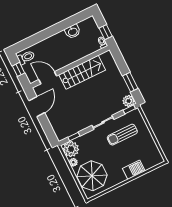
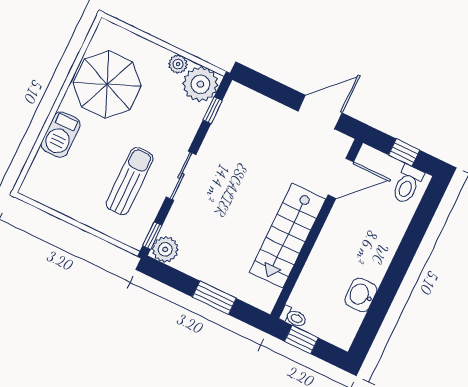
window: (130, 82) -> (214, 298), moved
door: (37, 107) -> (320, 112), swing flipped
parasol: (92, 176) -> (107, 84), moved

